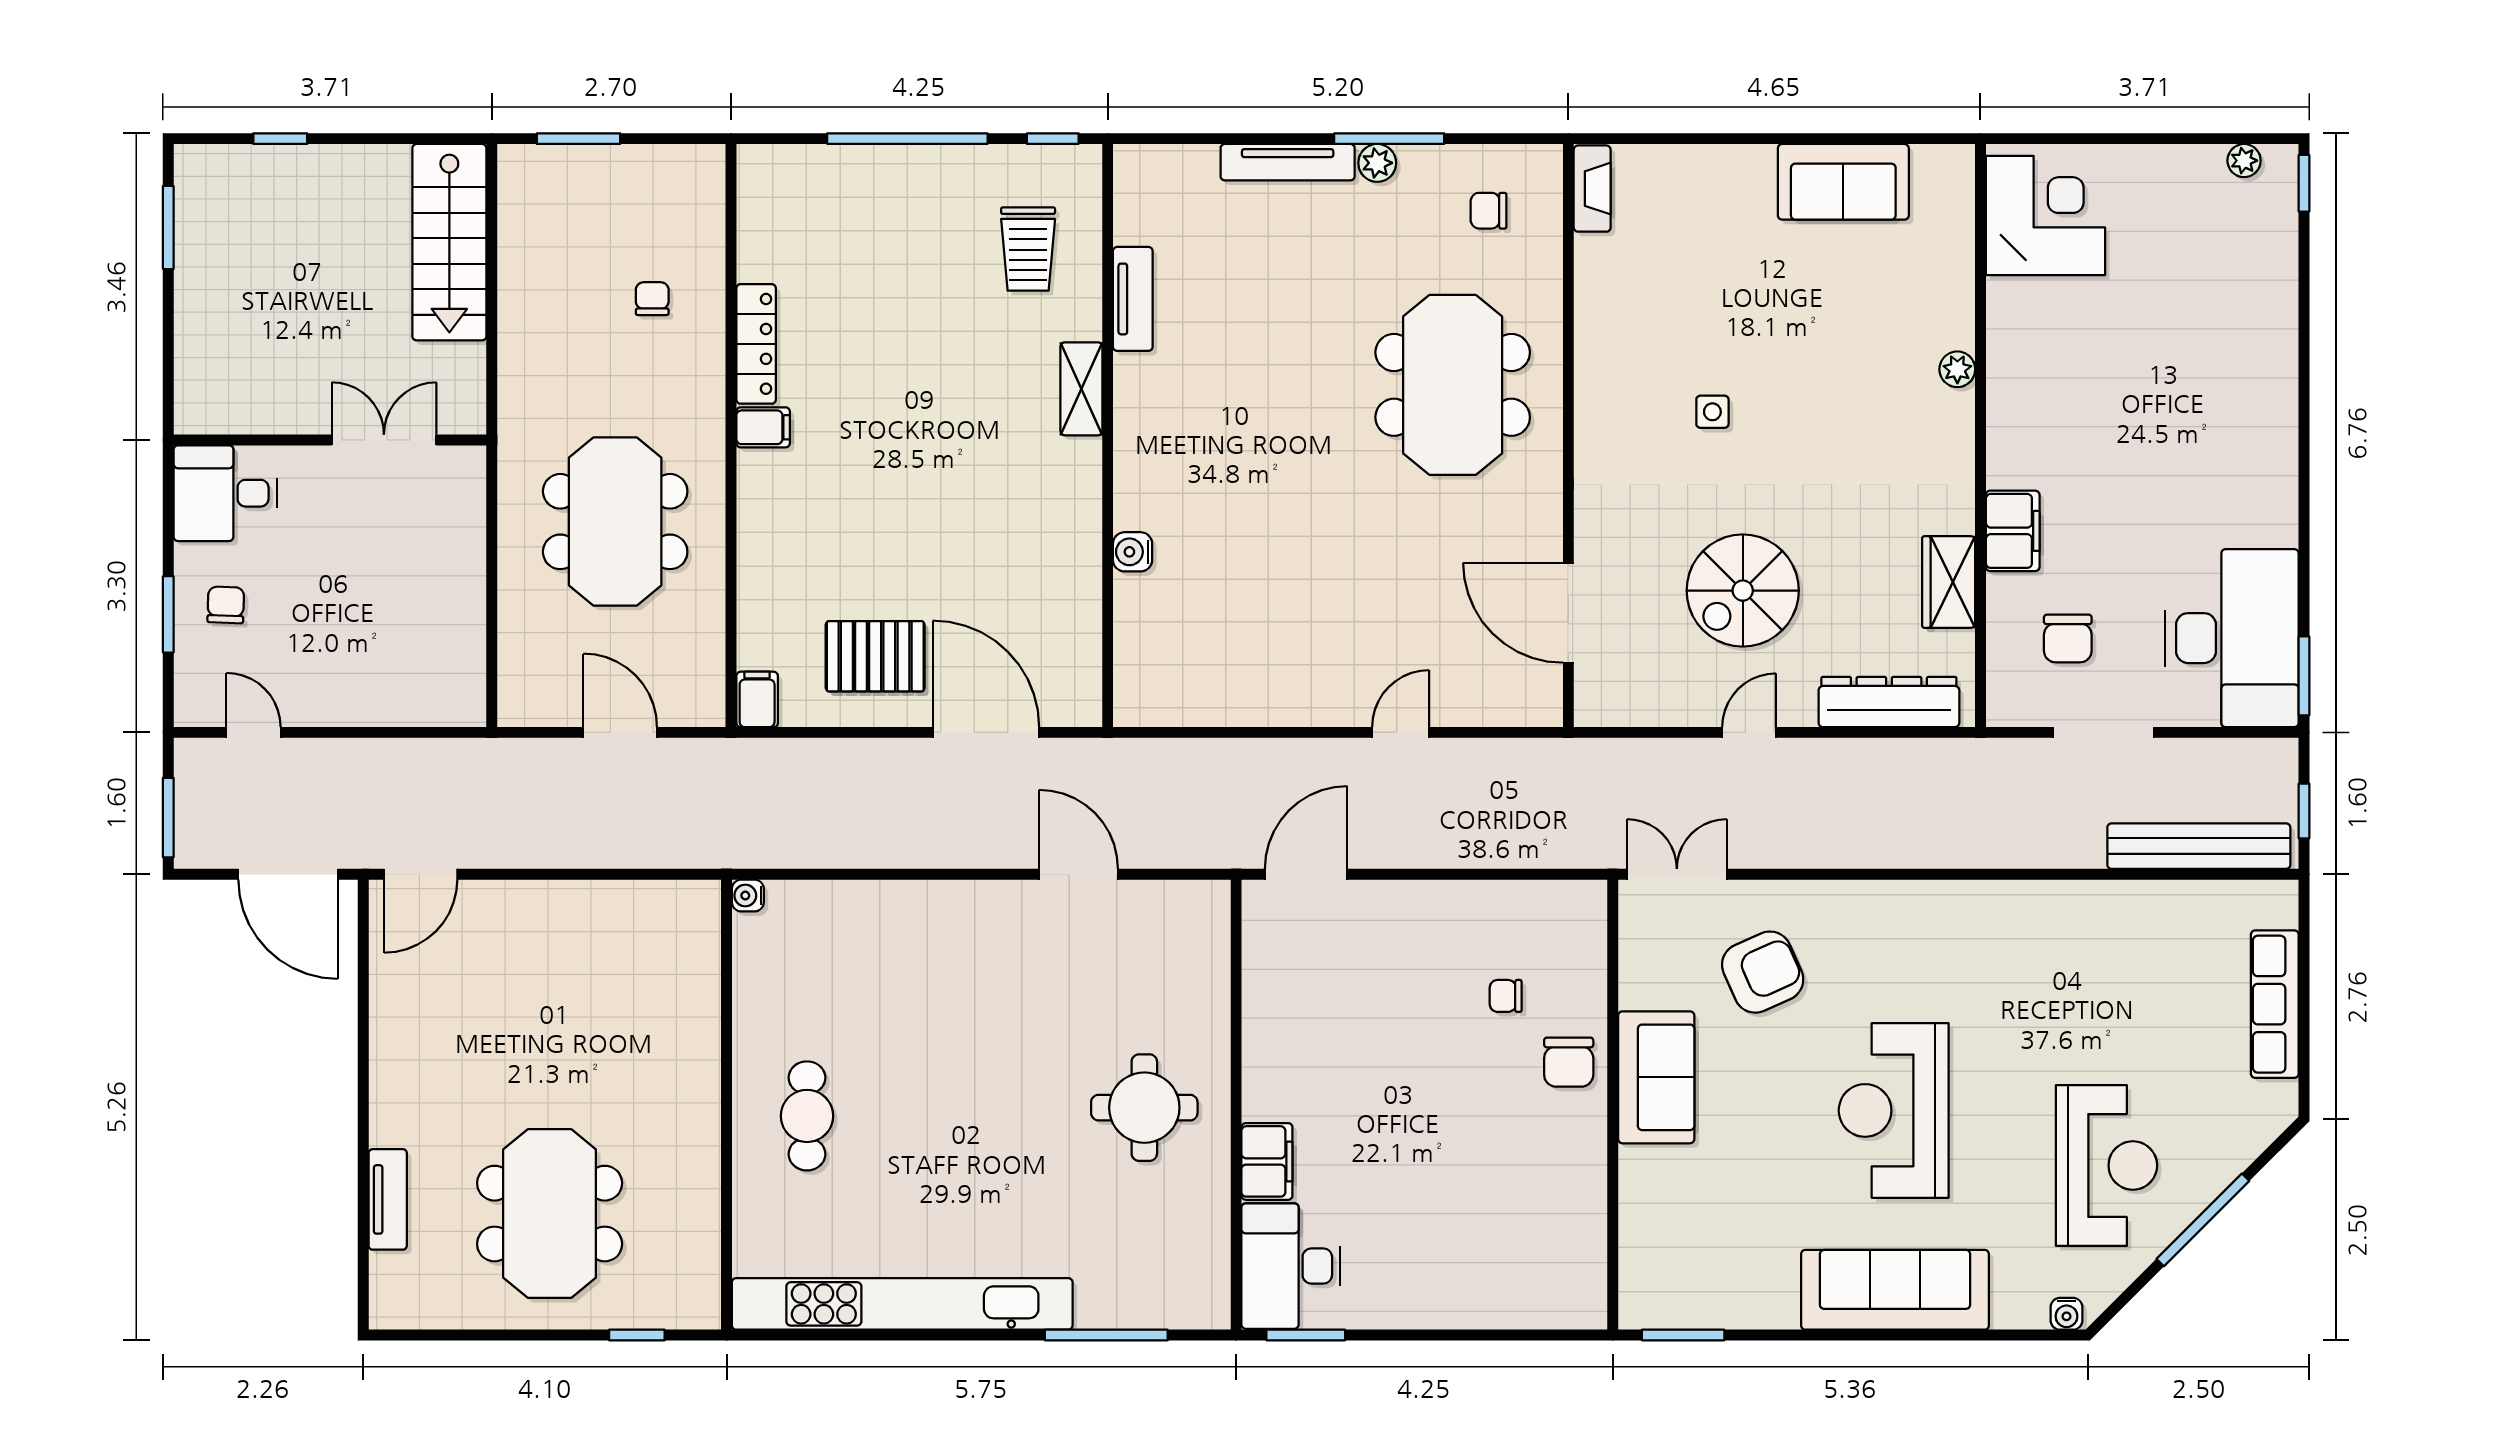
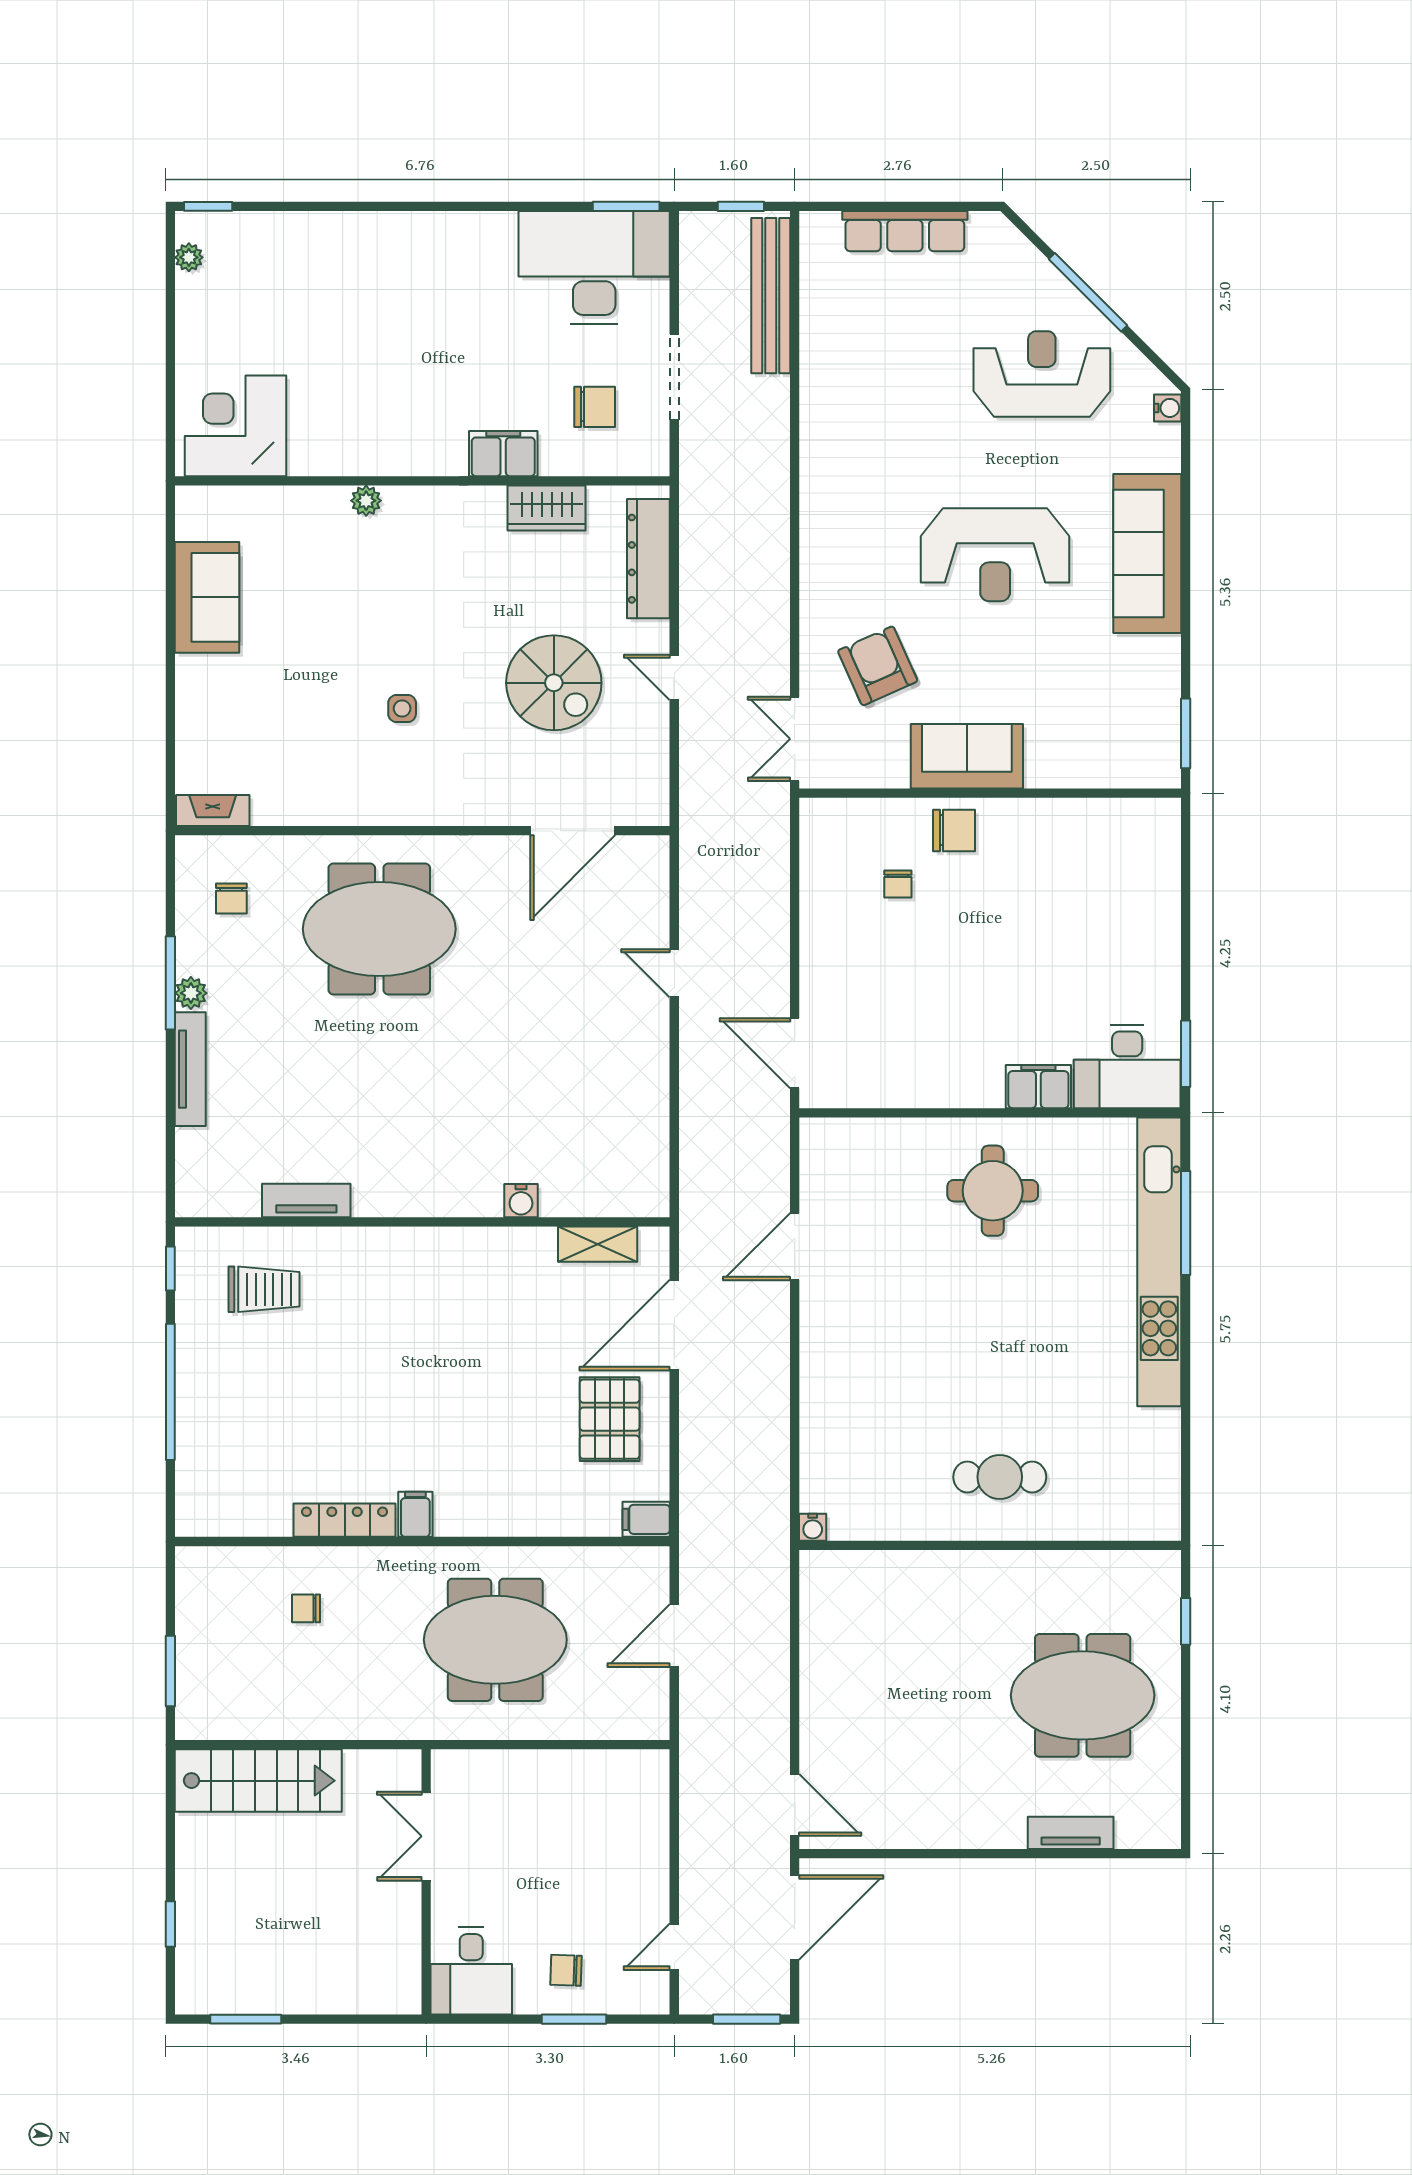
shelving: (1081, 389) -> (598, 1244), moved
kitchen unit: (902, 1304) -> (1159, 1262), moved

